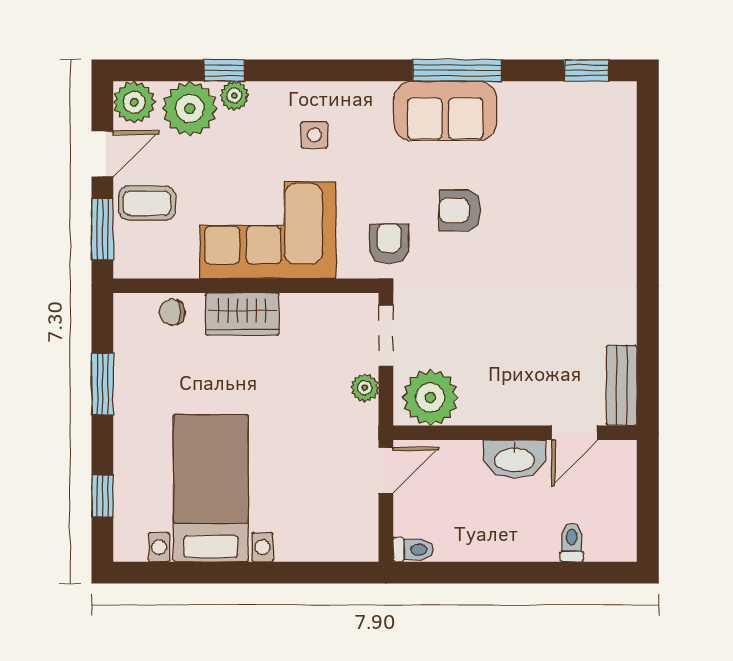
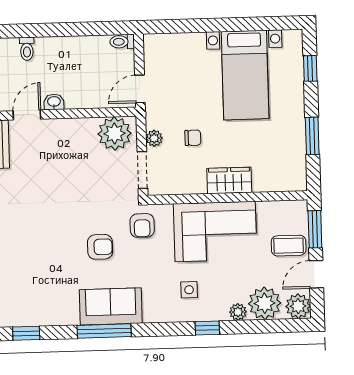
window: (224, 70) -> (207, 328), moved
chair: (172, 312) -> (193, 138), moved
washbasin: (514, 459) -> (54, 102), width x0.52, depth x0.69

